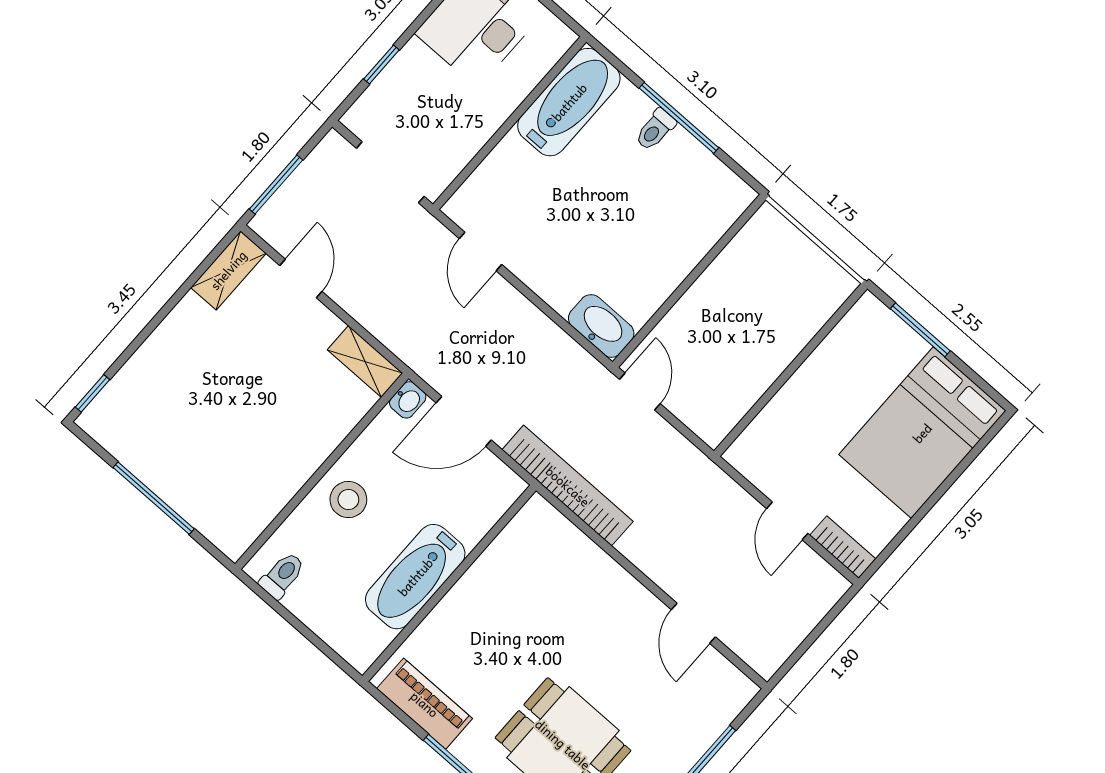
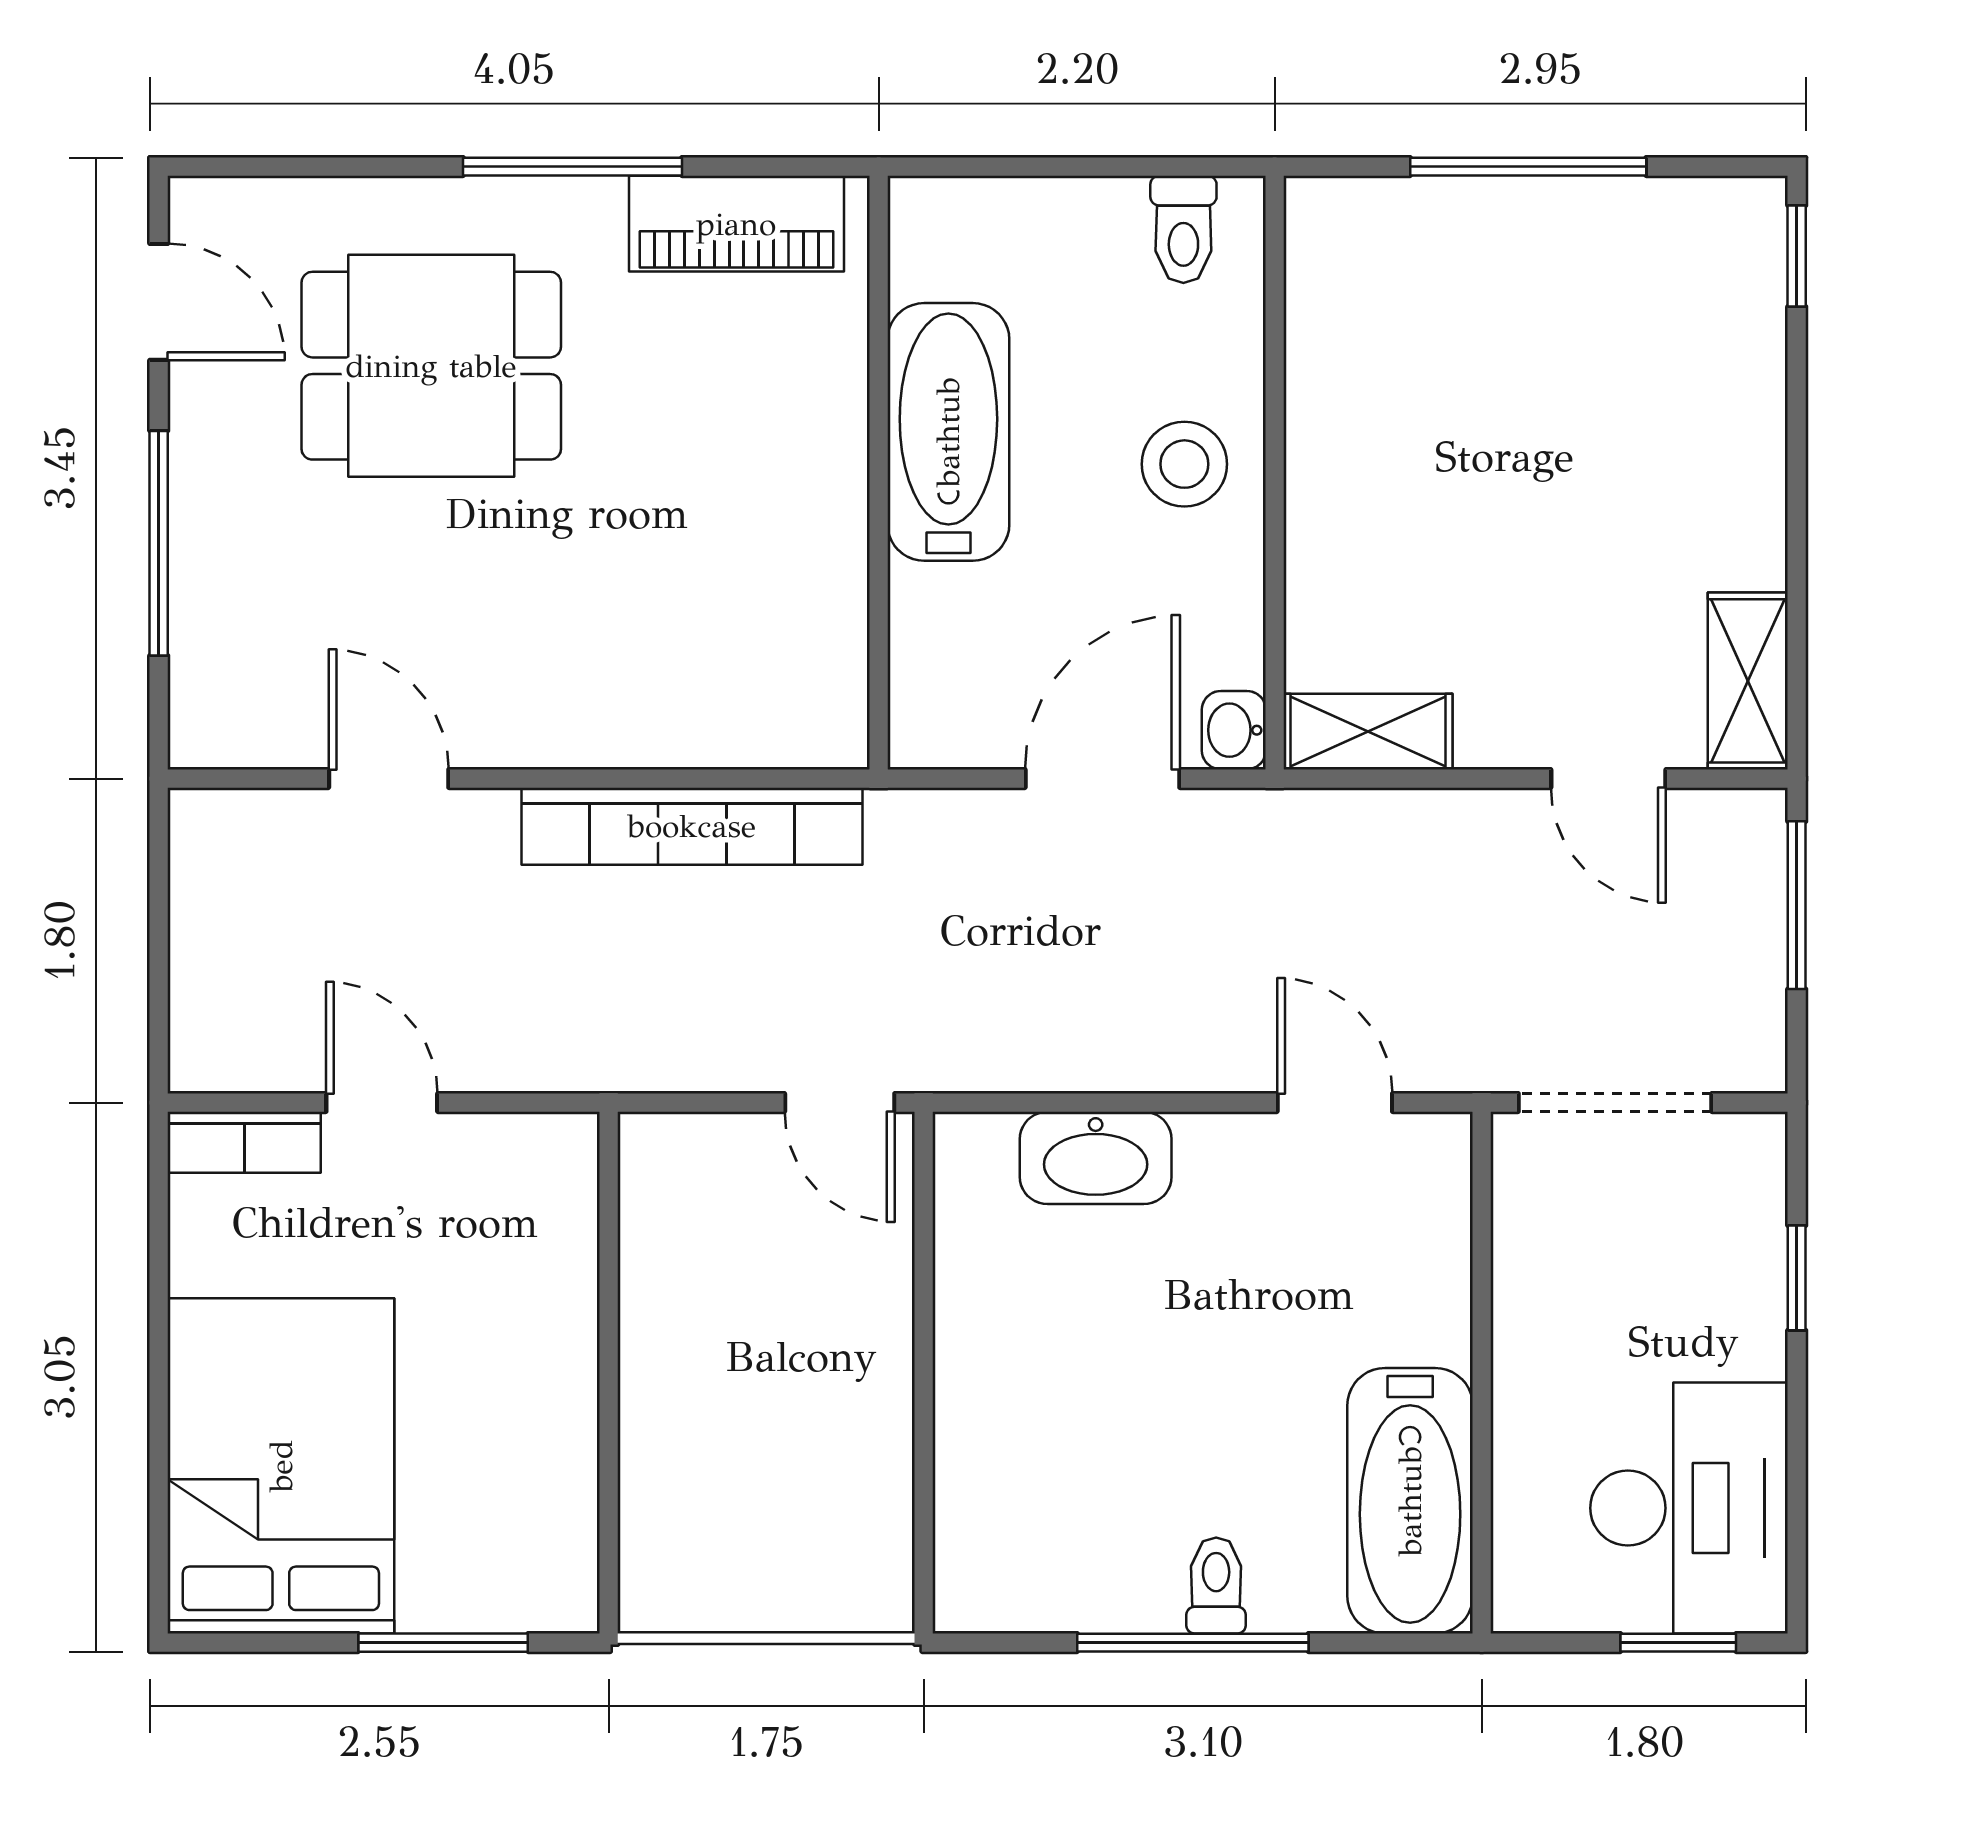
washbasin: (601, 326) -> (1096, 1158), moved
bookcase: (568, 486) -> (692, 826), moved

